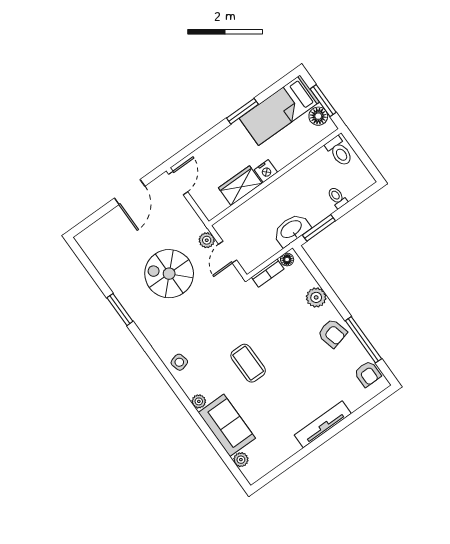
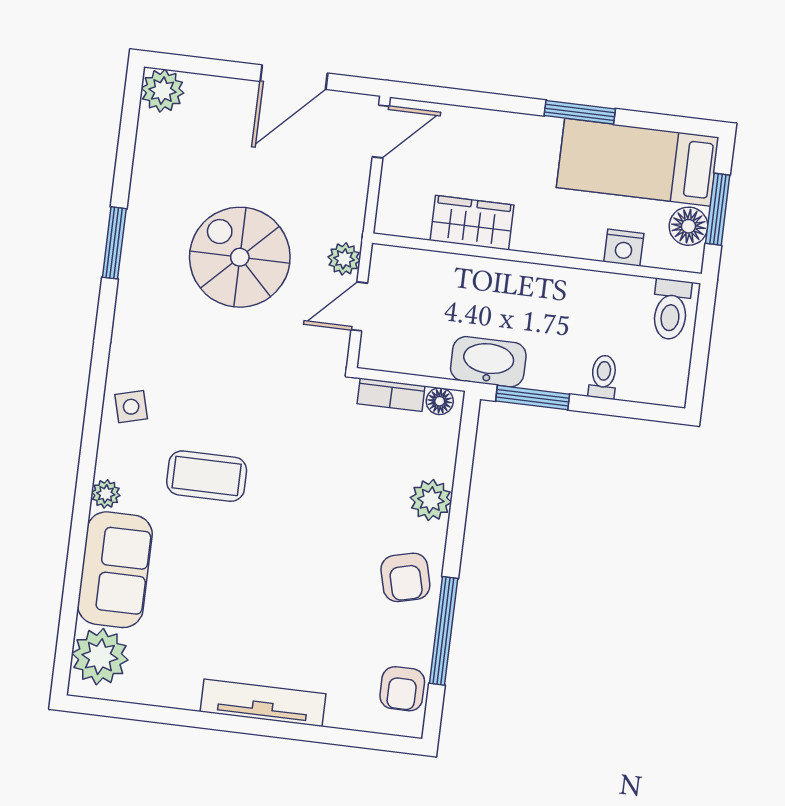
nightstand: (266, 171) -> (624, 248), moved
plant: (87, 240) -> (163, 91), added
coffee table: (248, 363) -> (207, 476), moved, turned 90
plant: (241, 460) -> (100, 657), width x1.88, depth x1.88

